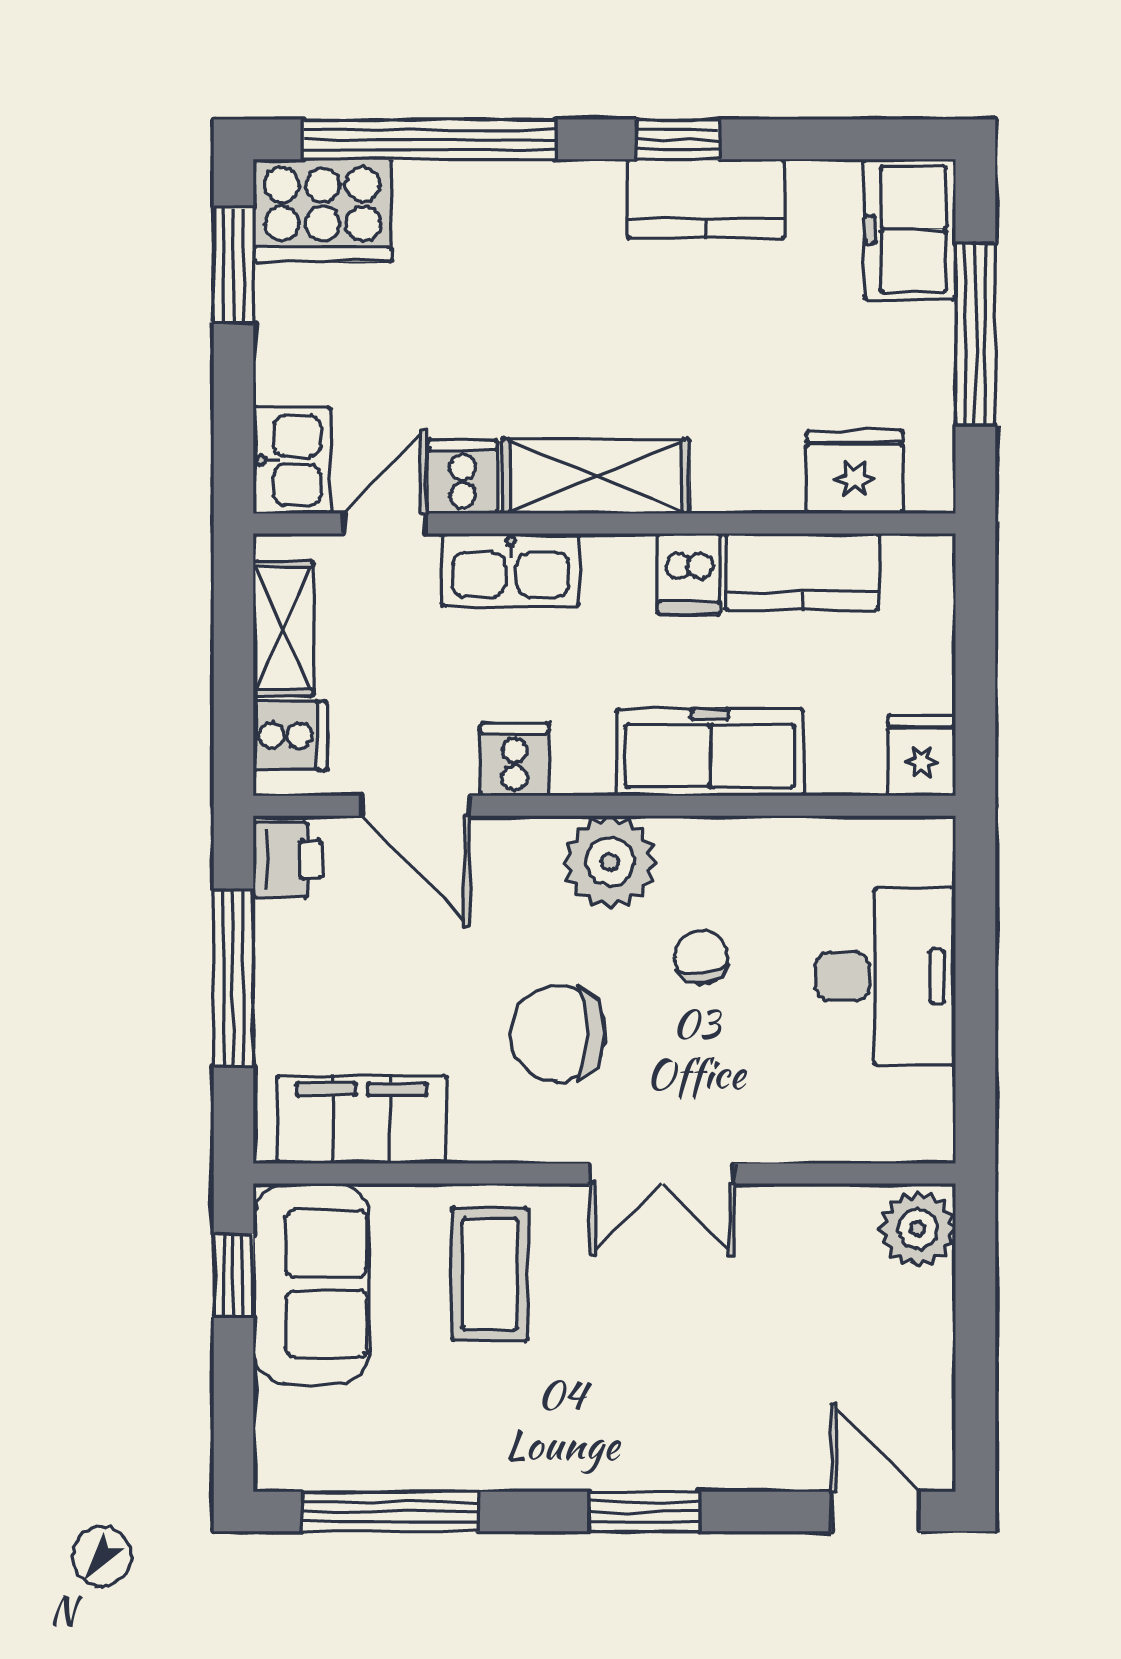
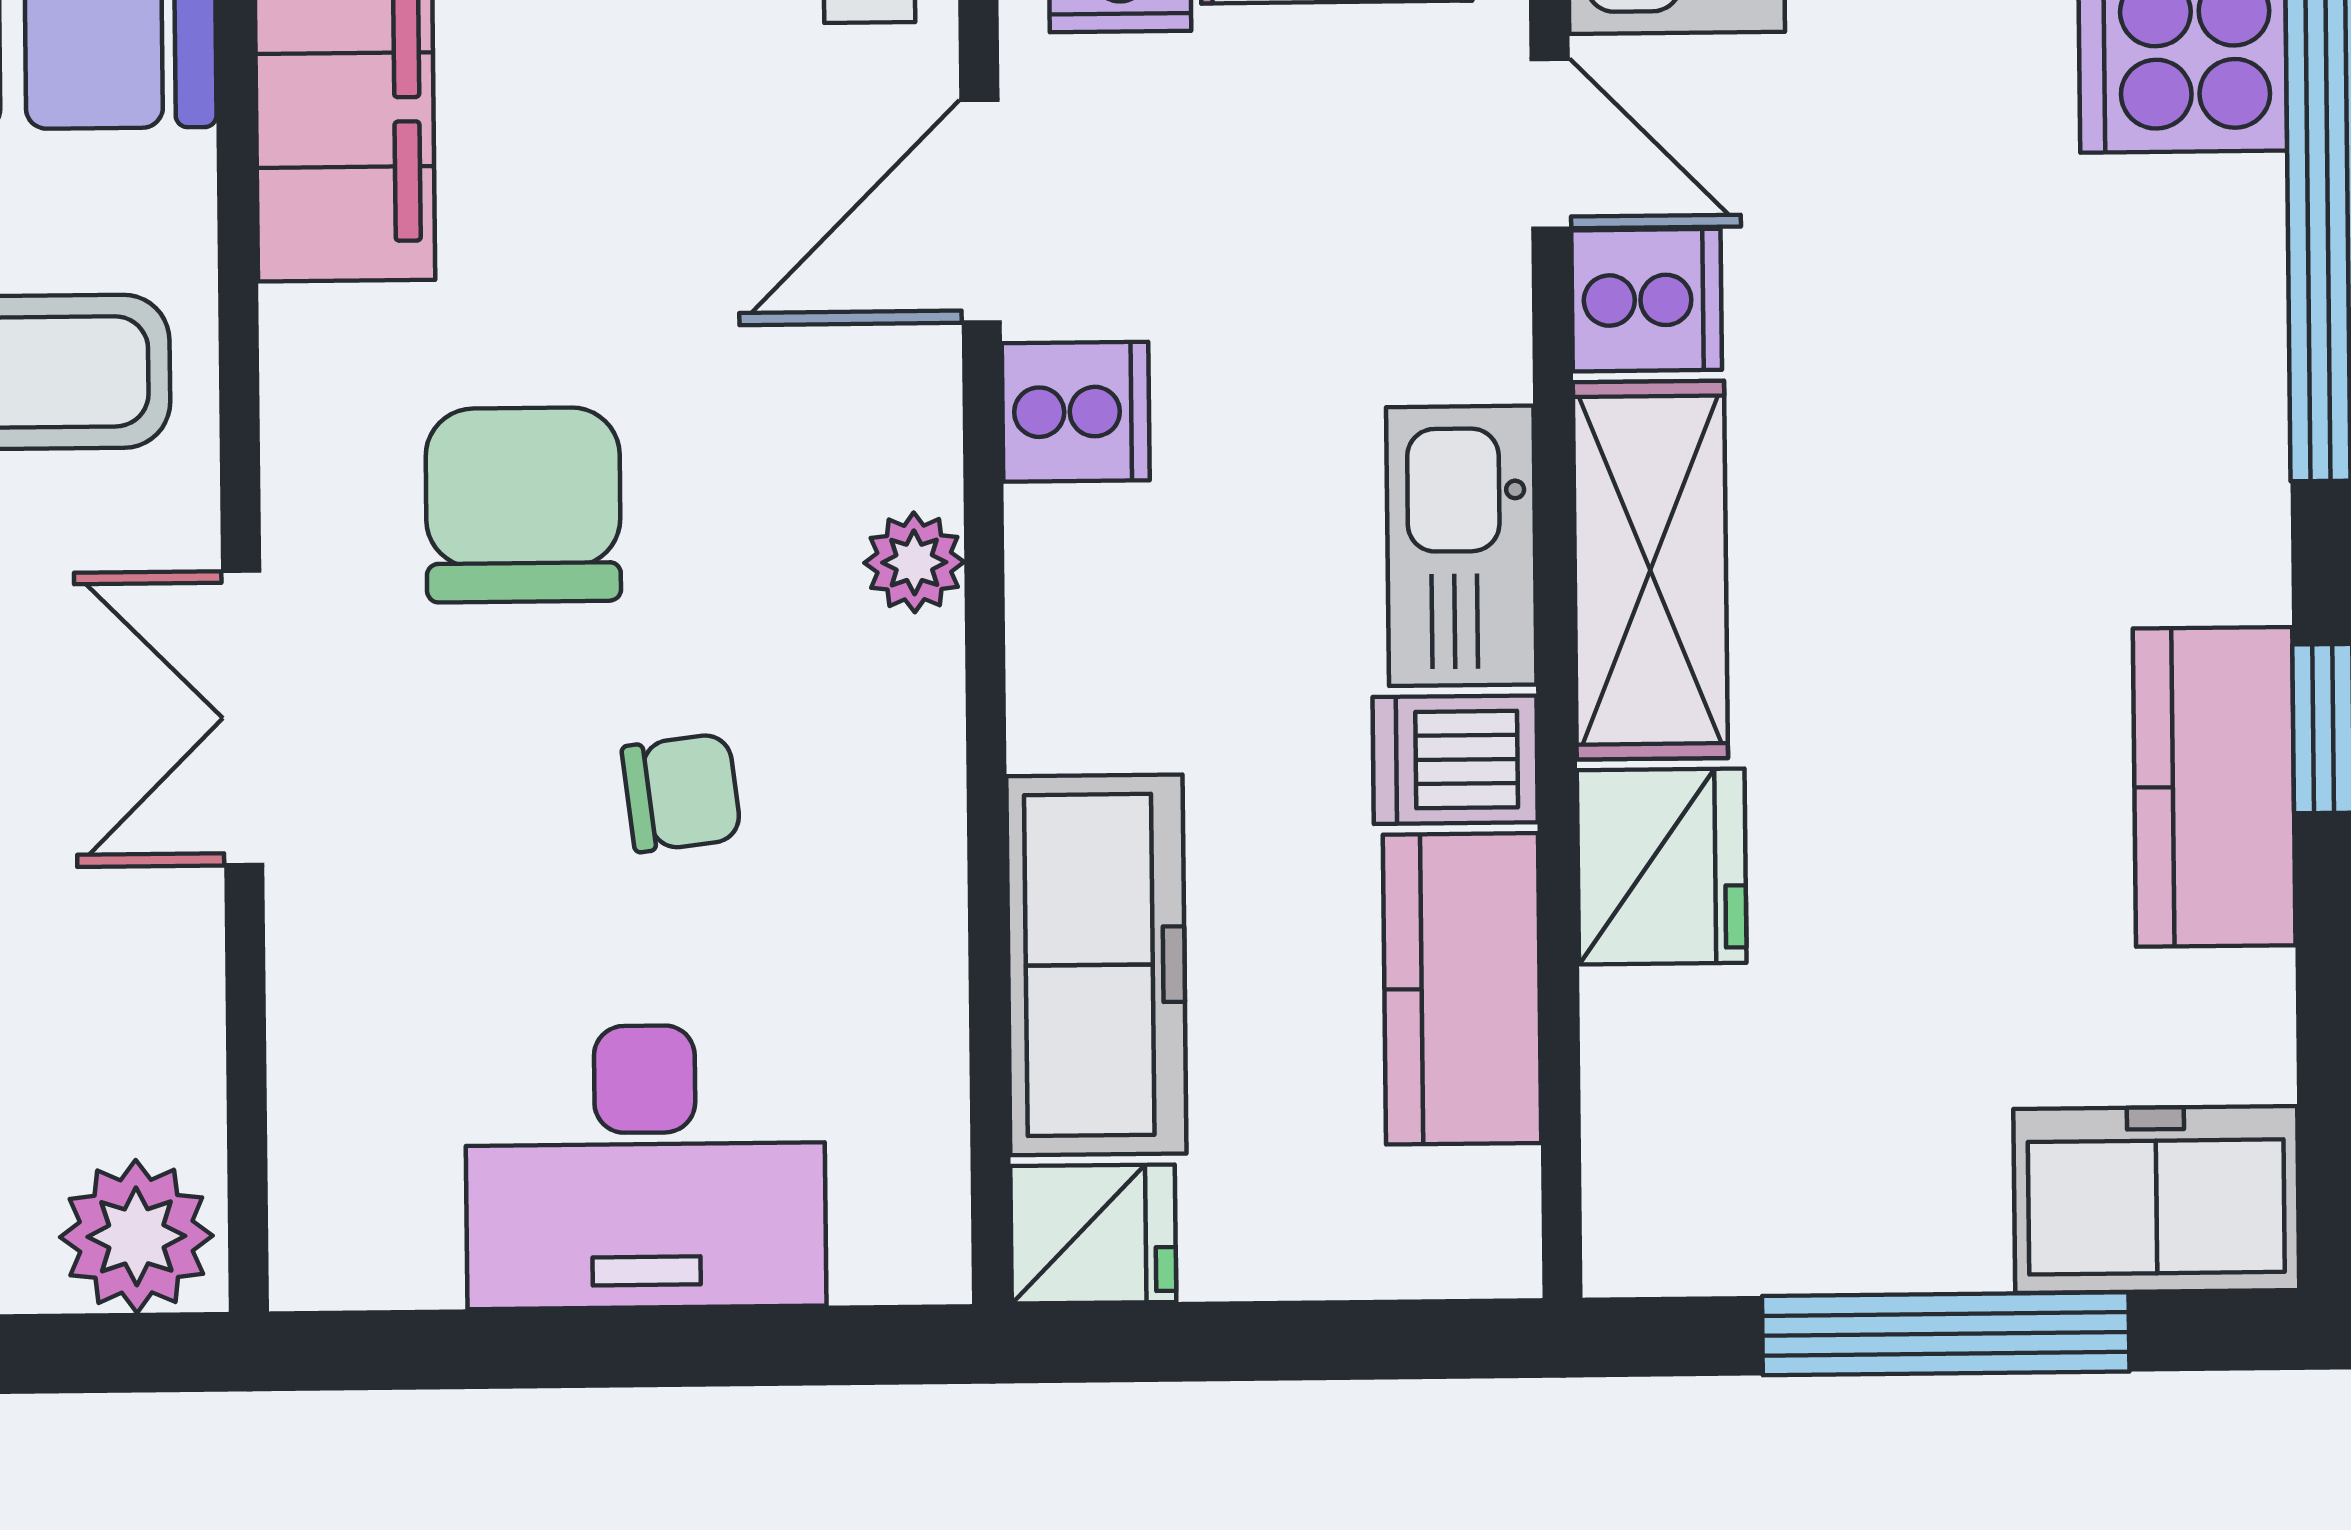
fridge: (855, 472) -> (1662, 867), moved
kitchen sink: (511, 570) -> (1461, 546), moved
freezer: (710, 752) -> (1096, 965), moved
plant: (610, 862) -> (914, 562), width x0.53, depth x0.53

